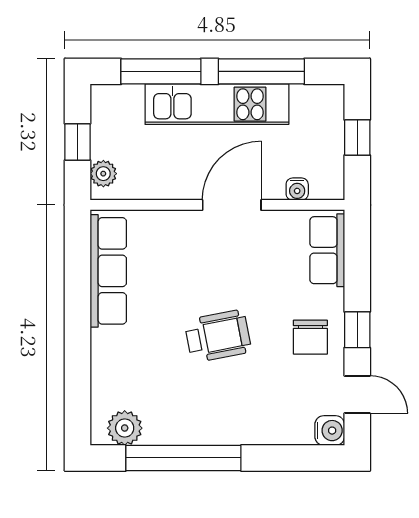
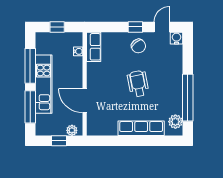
door: (232, 205) -> (85, 101), moved
row of seats: (327, 250) -> (94, 47), moved, turned -90
row of seats: (108, 271) -> (141, 128), moved
chair: (310, 337) -> (138, 46), turned 51

